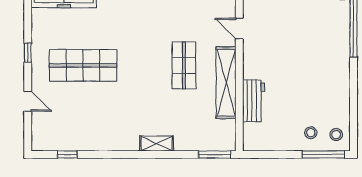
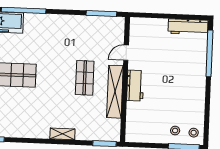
door: (239, 29) -> (126, 53), hinge flipped
workbench: (254, 101) -> (135, 86), moved

